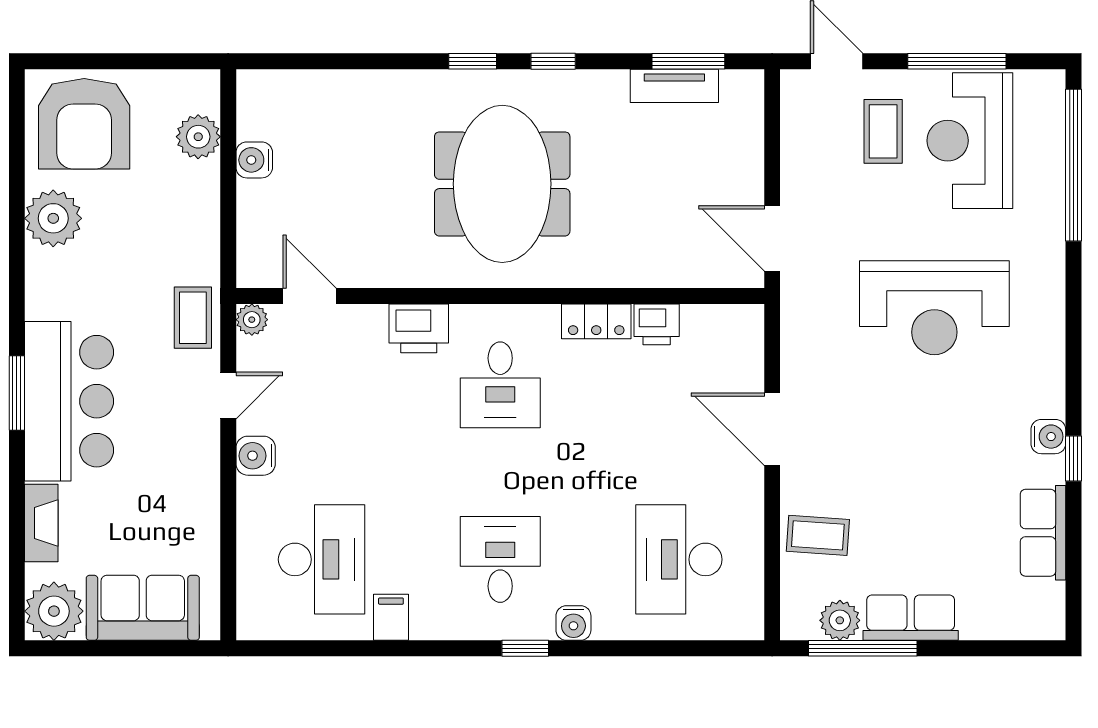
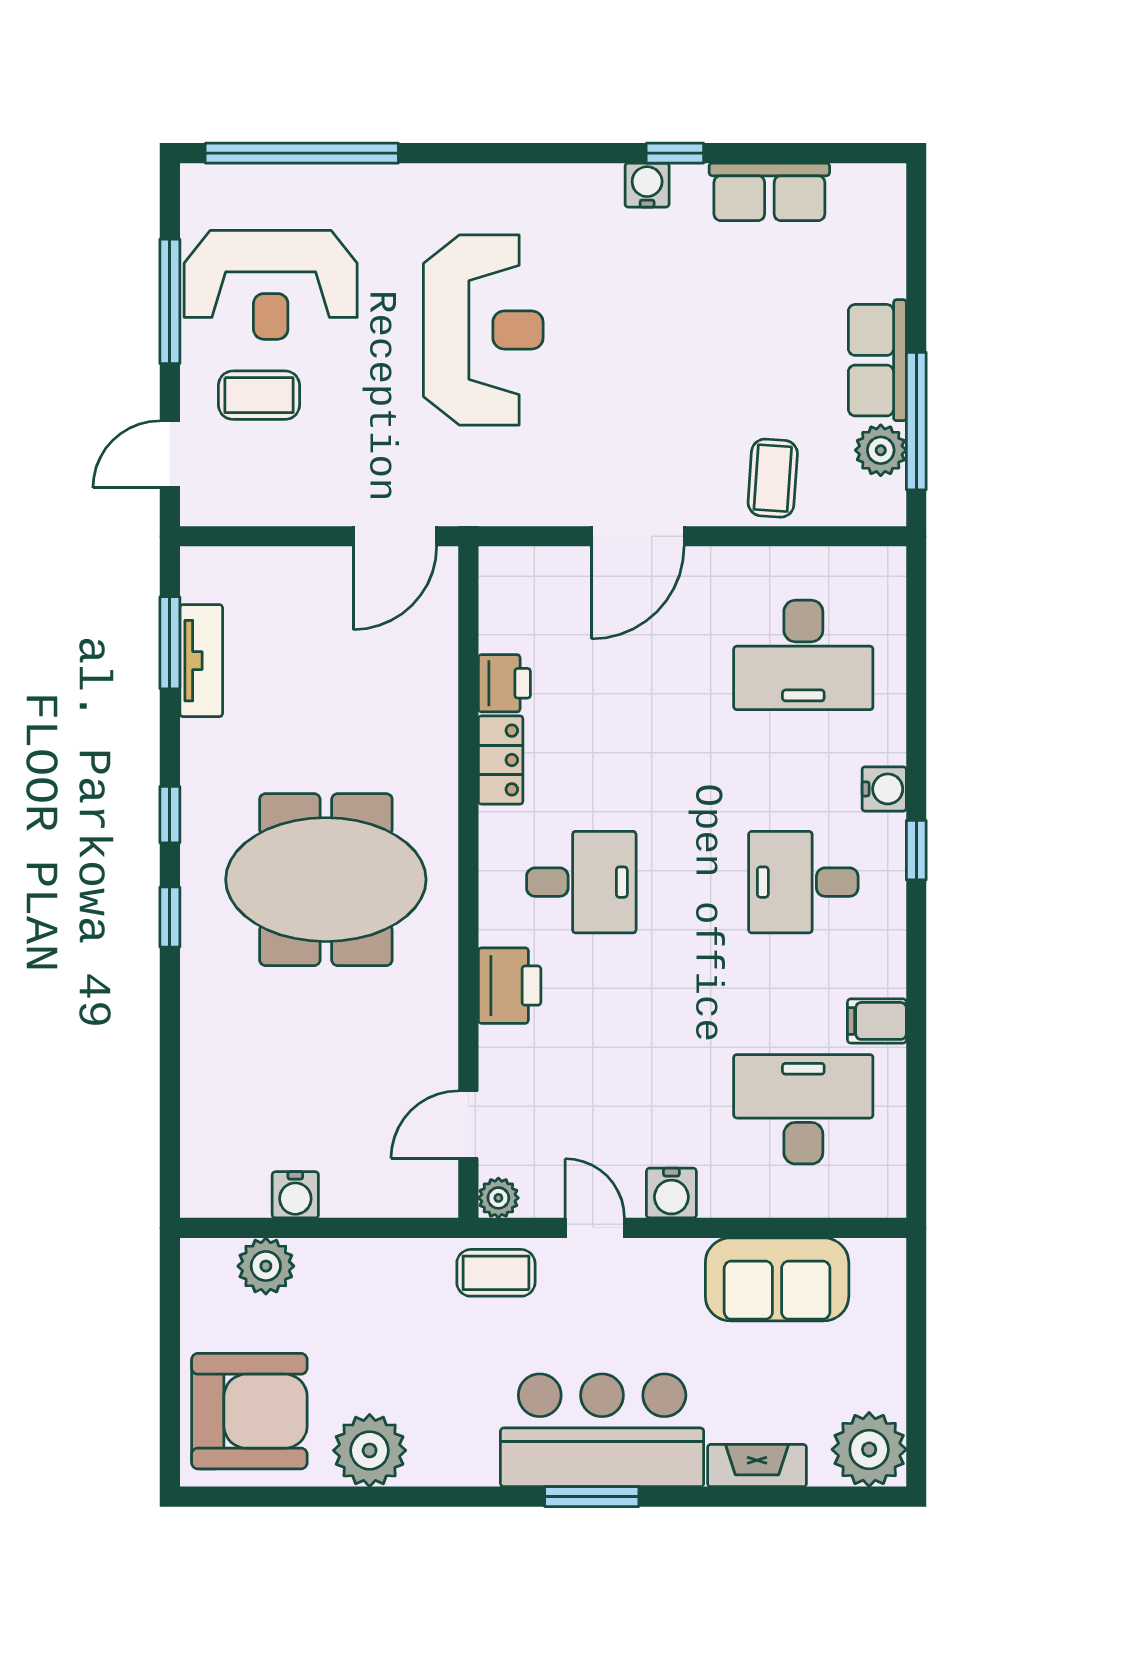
sofa: (143, 608) -> (777, 1279), moved, turned -90

